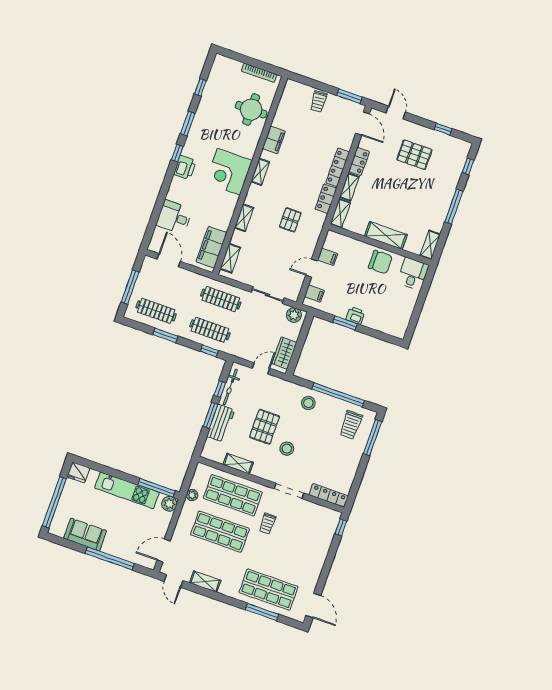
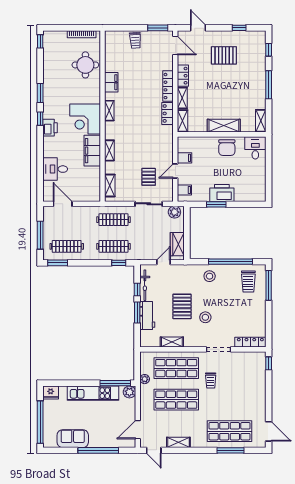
window: (200, 87) -> (40, 41), moved
pallet: (290, 220) -> (149, 177), moved
filing cabinet: (211, 247) -> (92, 151), moved
chair: (380, 262) -> (227, 148), turned 90
printer: (355, 315) -> (222, 193), width x1.87, depth x1.48
window: (165, 335) -> (58, 263), moved

